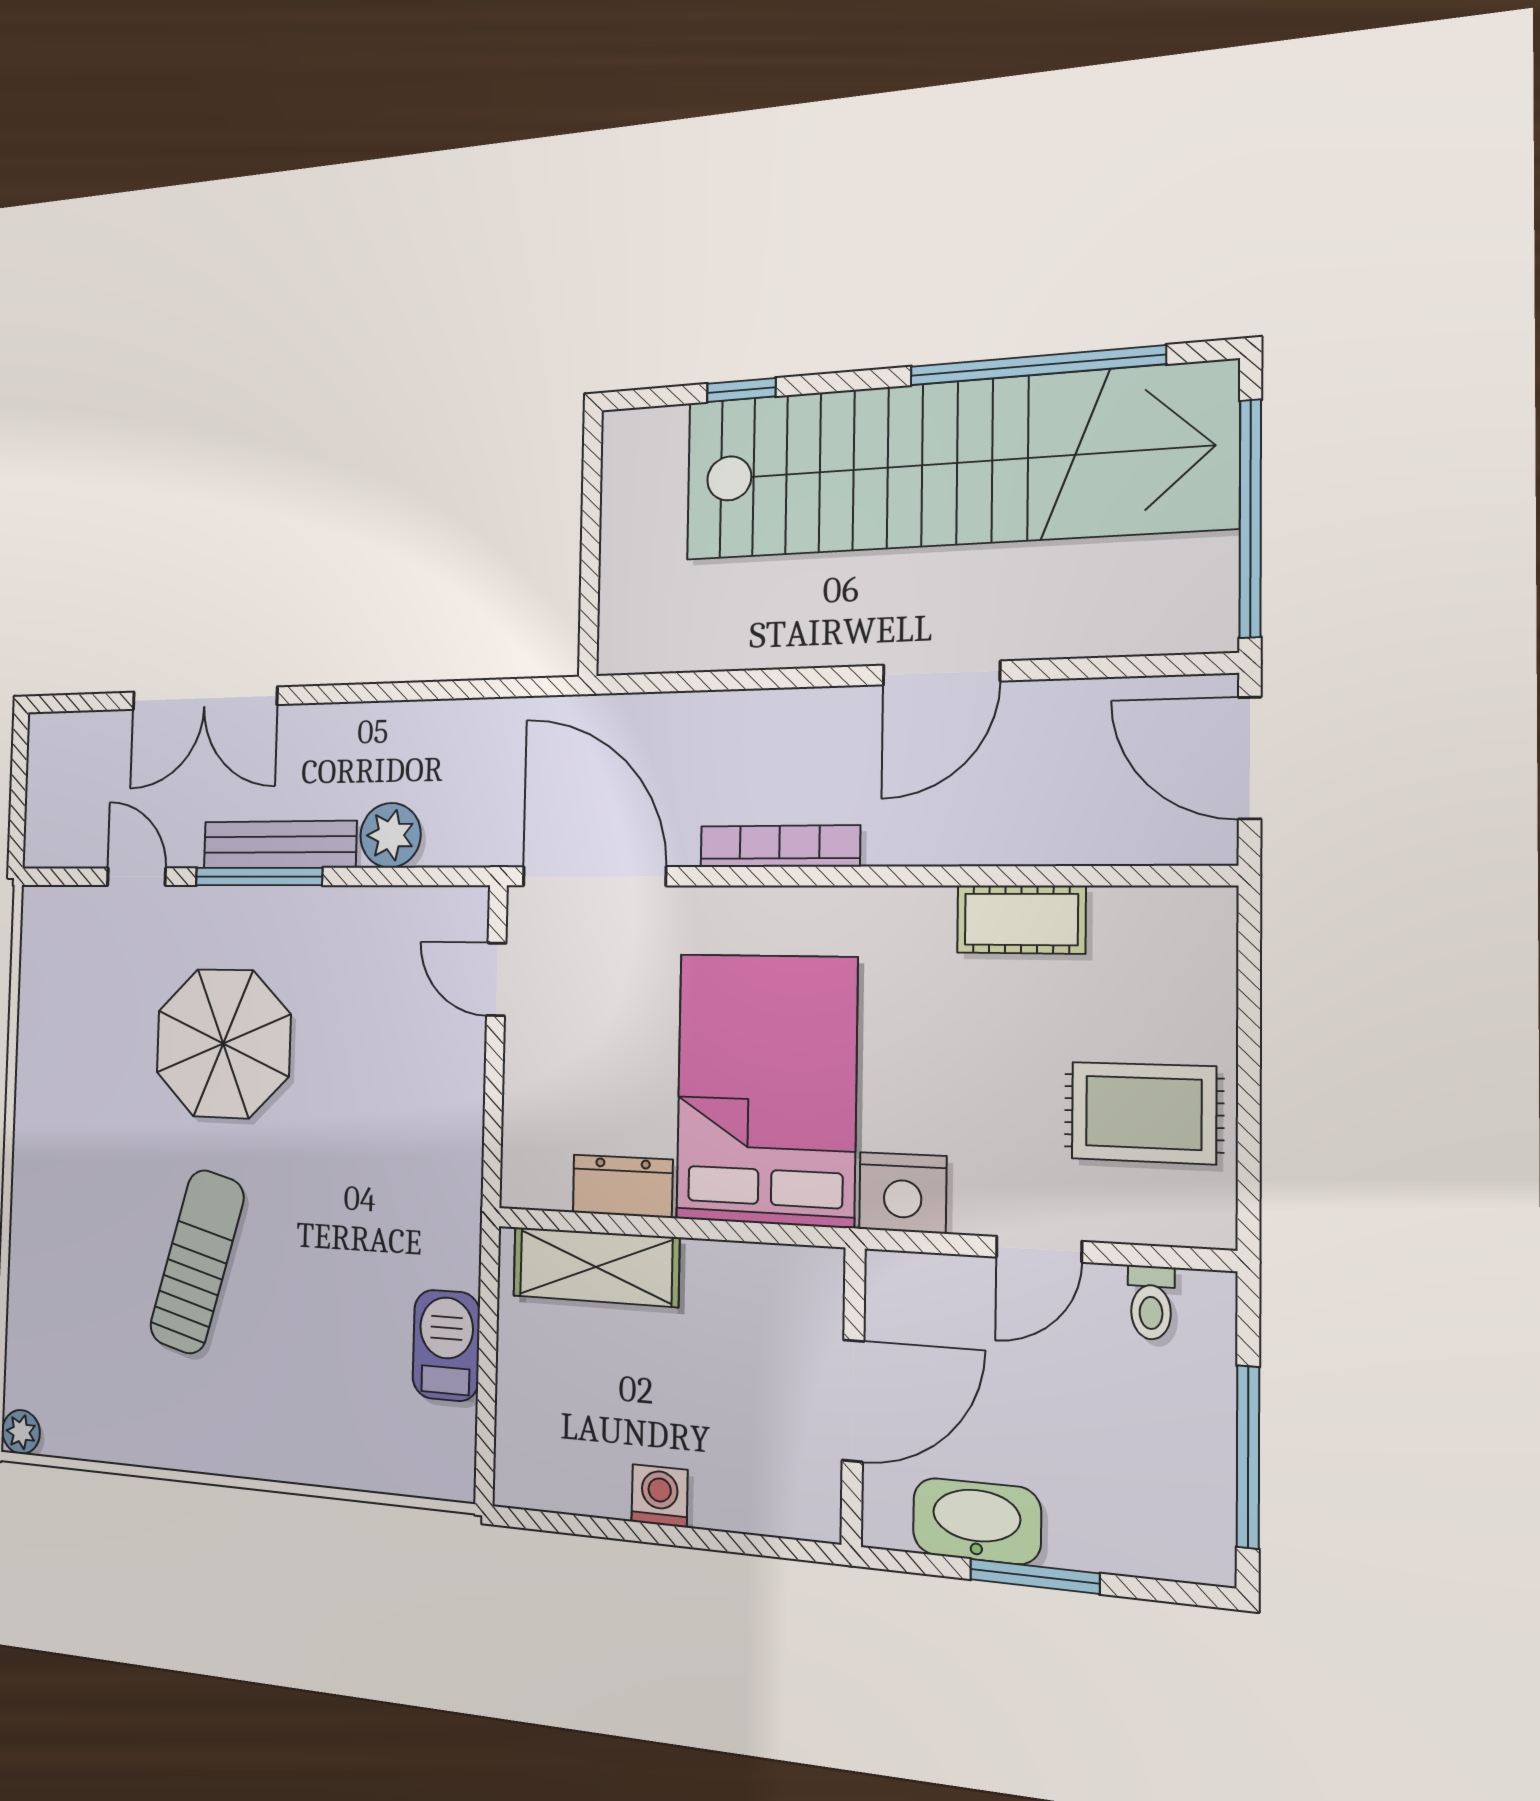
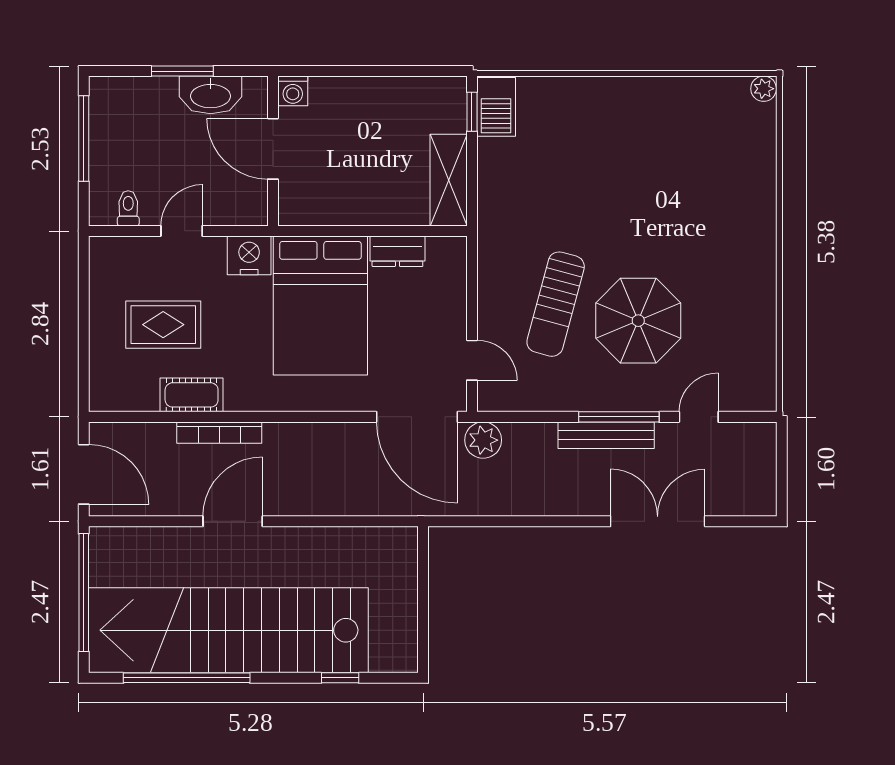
plant: (391, 835) -> (483, 440), moved
bookcase: (780, 846) -> (219, 433), moved
door: (137, 877) -> (699, 417), swing flipped
rug: (1144, 1113) -> (163, 325), moved
sun lounger: (197, 1262) -> (556, 304), moved
shelving: (596, 1267) -> (449, 180), moved, turned 90
barbecue: (446, 1345) -> (496, 107), moved
door: (853, 1401) -> (273, 149), hinge flipped
window: (485, 1438) -> (472, 112), added
washing machine: (660, 1496) -> (293, 91), moved

